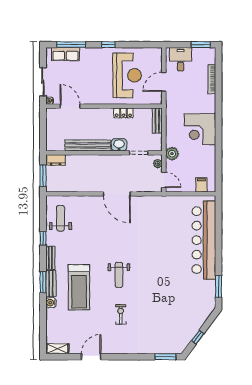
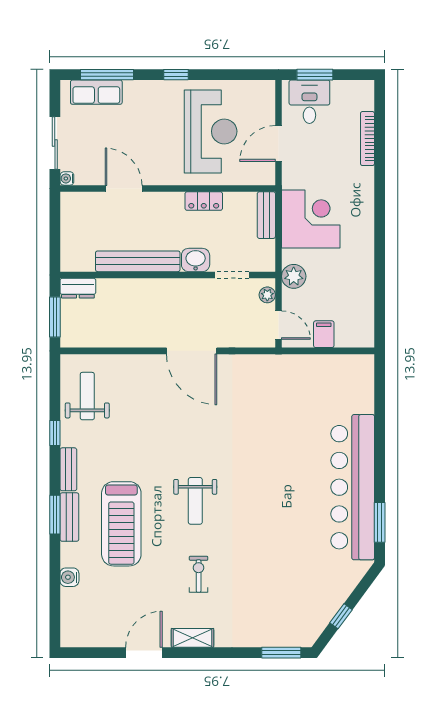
window: (201, 45) -> (315, 75), moved
door: (70, 106) -> (124, 188), moved
corner desk: (200, 129) -> (311, 219), moved, turned 180
filing cabinet: (201, 185) -> (324, 334), moved
bar counter: (204, 240) -> (353, 487), moved
water cooler: (51, 303) -> (69, 577), moved
shelving: (57, 349) -> (192, 638), moved

